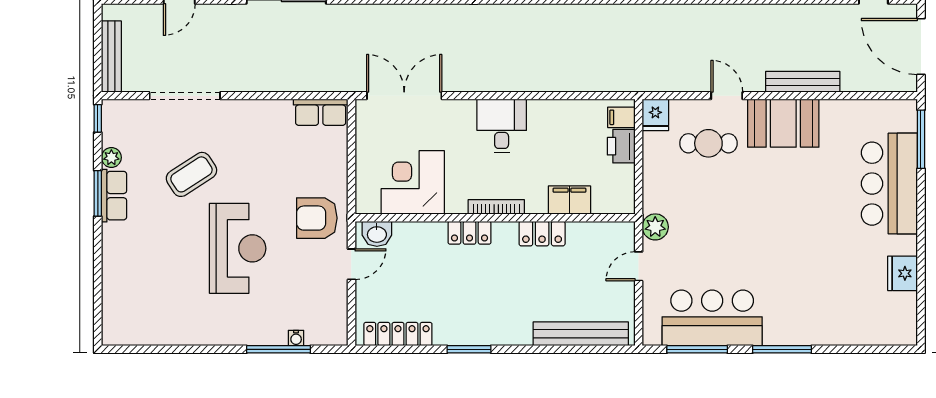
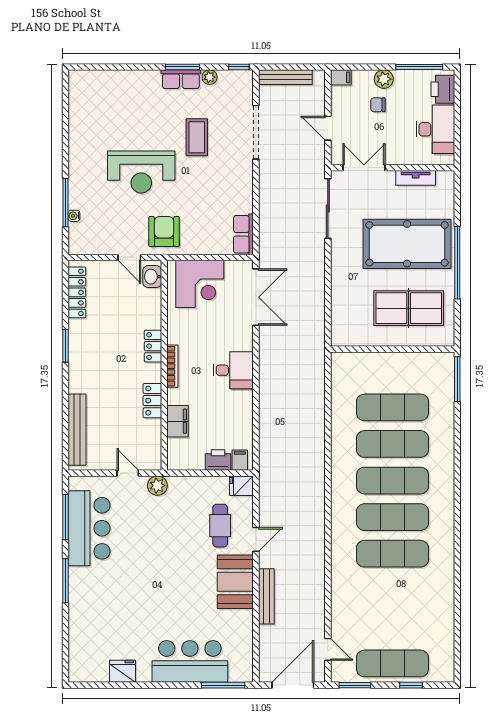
coffee table: (191, 174) -> (197, 137), turned 33
corner desk: (413, 182) -> (200, 284), moved, turned 90

